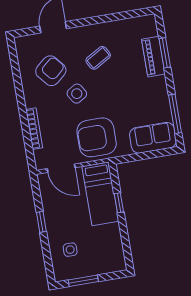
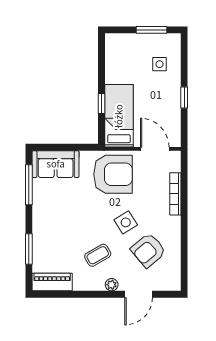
plant: (80, 32) -> (112, 285), added
piano: (153, 57) -> (52, 282), moved, turned -90

